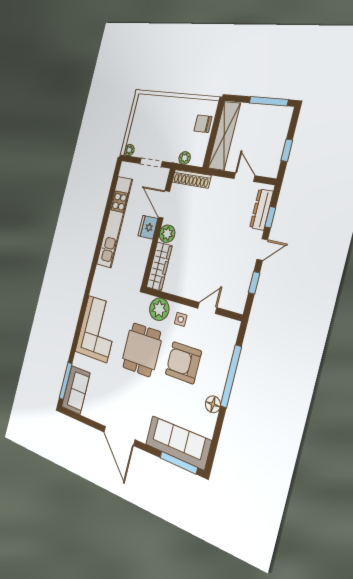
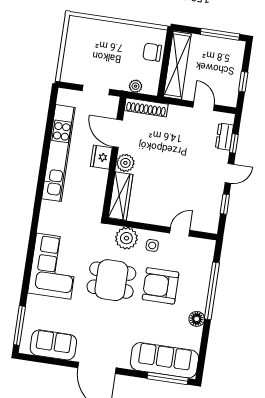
plant: (129, 150) -> (66, 76), removed
dresser: (261, 209) -> (224, 137), width x0.70
dining table: (142, 350) -> (111, 280), turned 90
sofa: (76, 390) -> (53, 345), moved, turned -90

